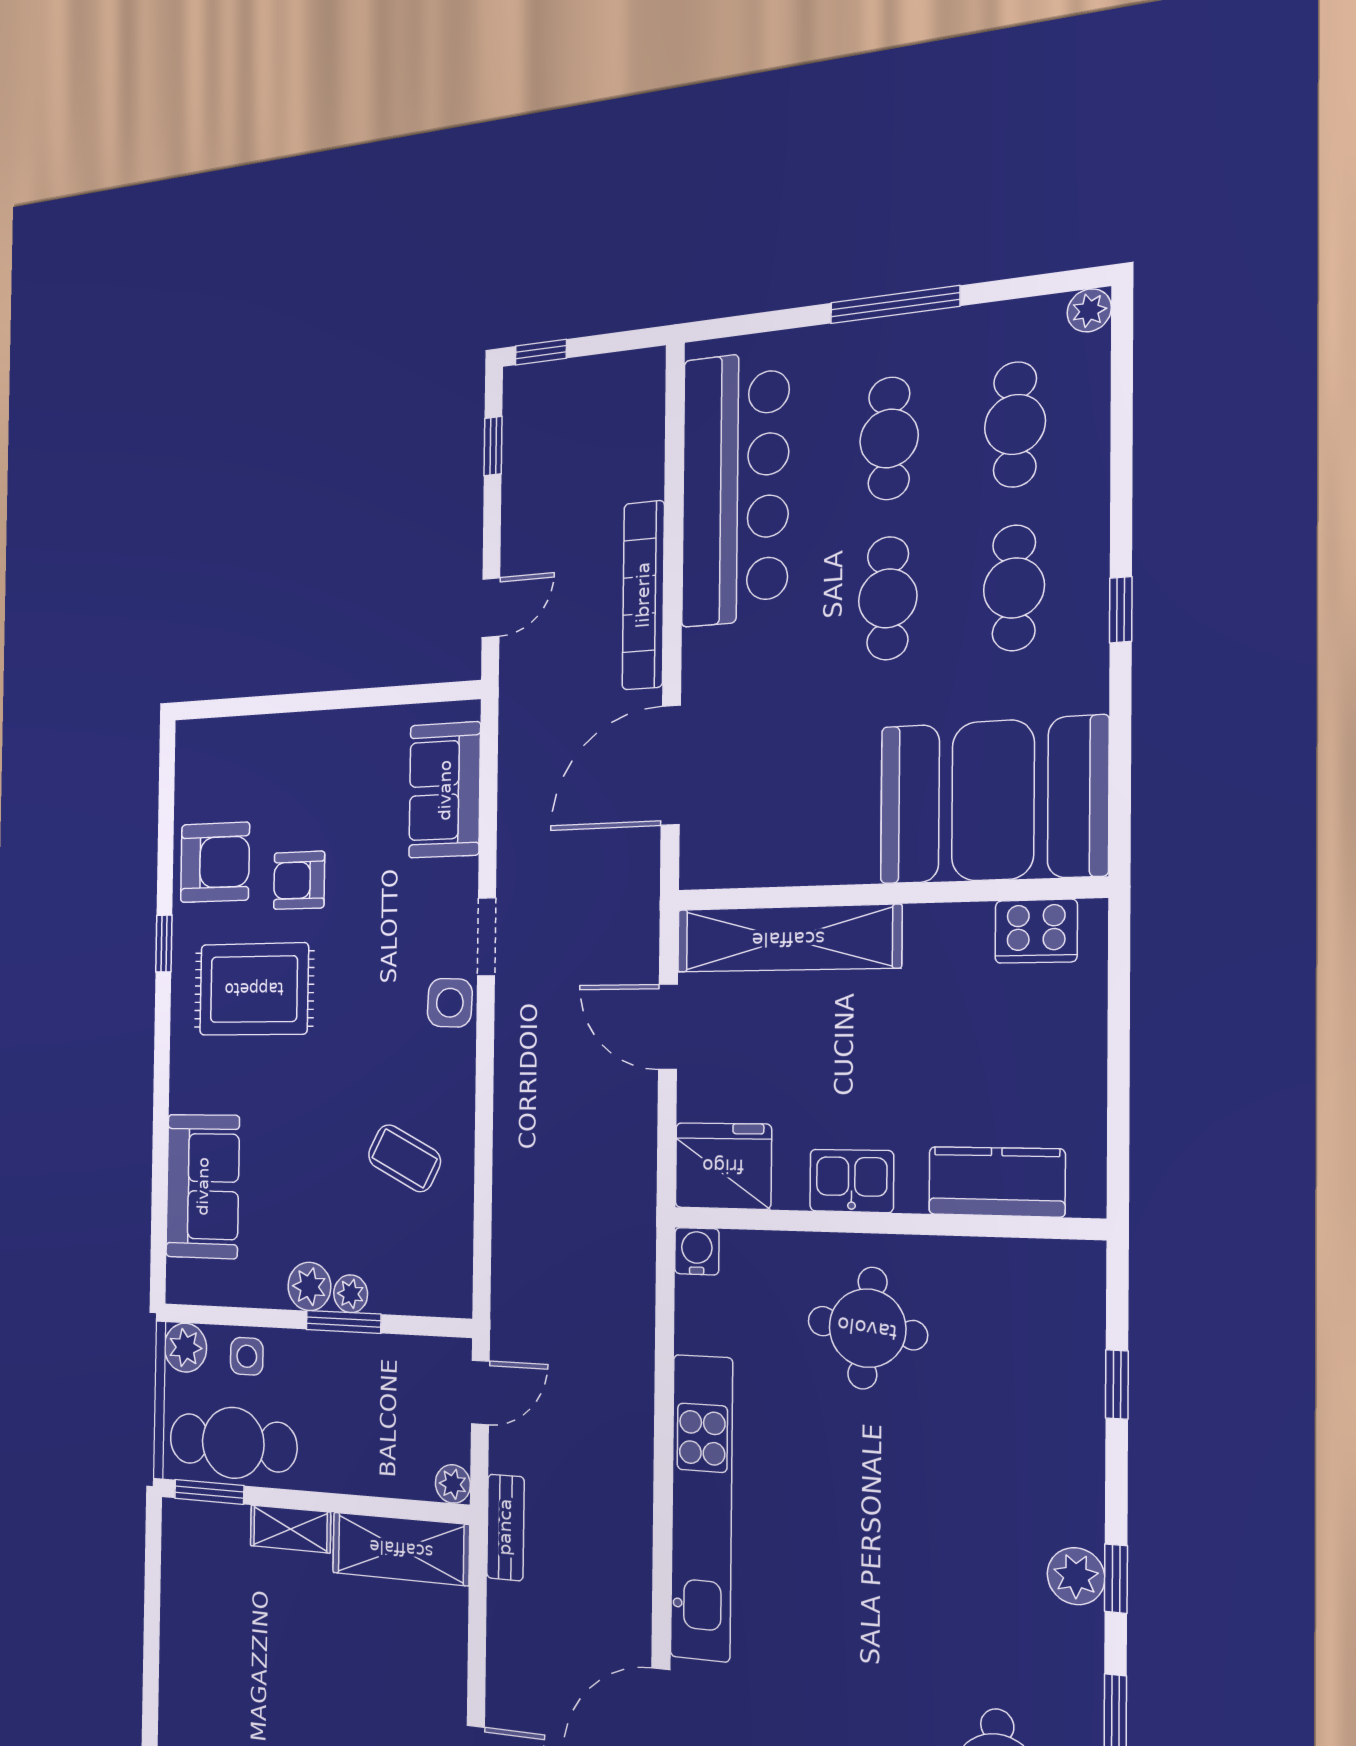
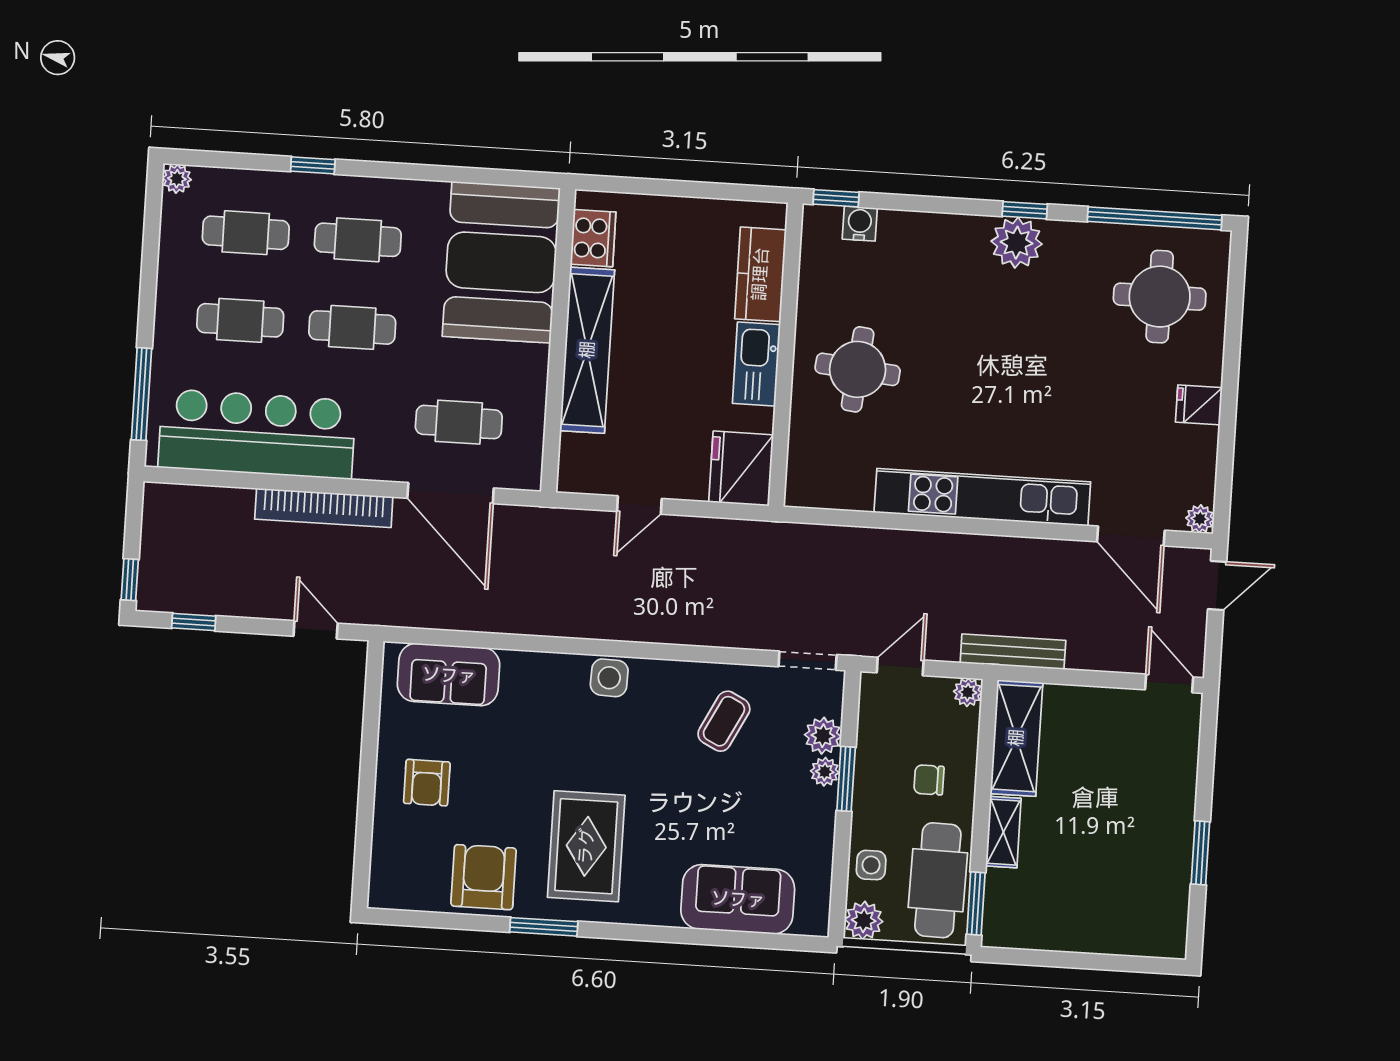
window: (895, 305) -> (141, 394), moved
window: (1121, 610) -> (313, 165), moved
cafe table: (765, 765) -> (459, 422), added
armchair: (299, 880) -> (427, 783), moved
doorway: (486, 937) -> (808, 661), moved
shelving: (788, 939) -> (587, 350), moved
window: (164, 944) -> (544, 927), width x1.50
door: (668, 1027) -> (639, 505), width x0.73
kitchen sink: (852, 1181) -> (756, 364), width x1.38
water cooler: (697, 1251) -> (860, 224), moved, turned 90
plant: (309, 1286) -> (823, 736), moved
window: (1117, 1384) -> (836, 198), moved
door: (480, 1392) -> (900, 666), hinge flipped
chair: (347, 1431) -> (929, 780), added
bench: (505, 1527) -> (1013, 652), width x1.36
plant: (1076, 1576) -> (1017, 243), width x1.36, depth x1.36

